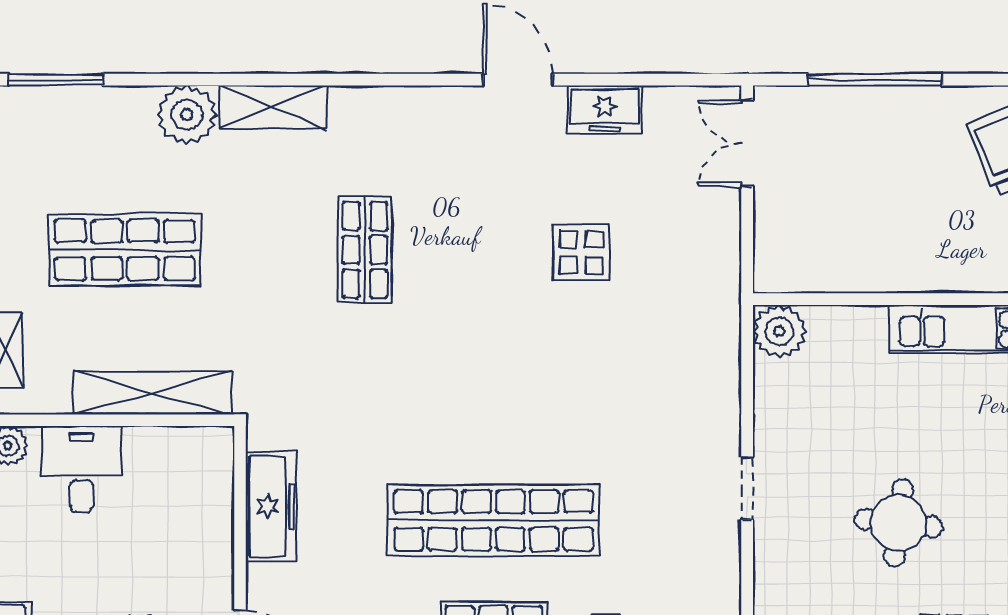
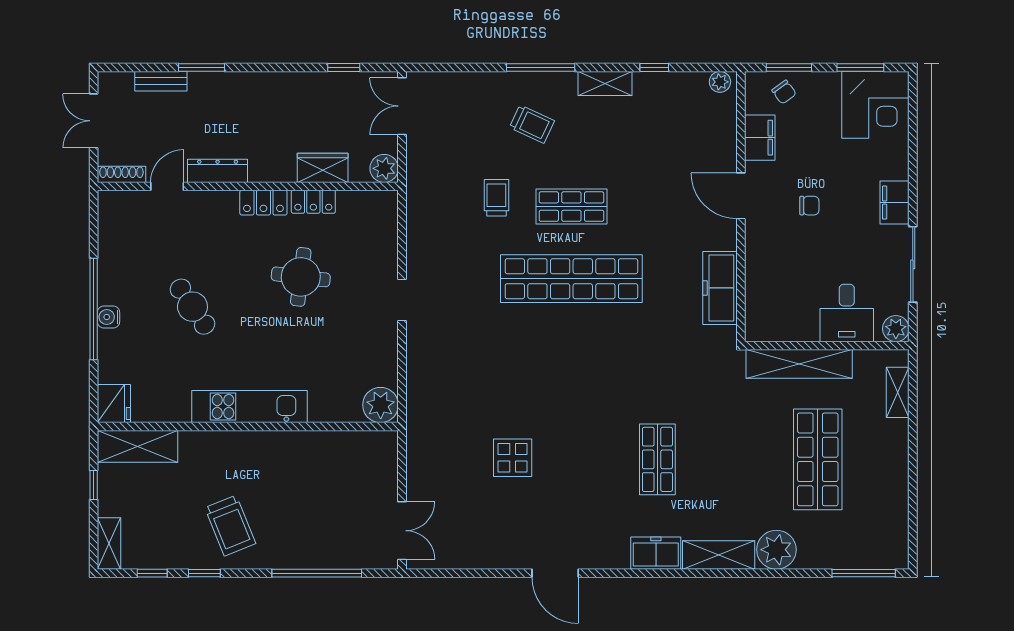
freezer: (605, 110) -> (656, 553), moved
shop shelf: (125, 250) -> (818, 459), turned 90

